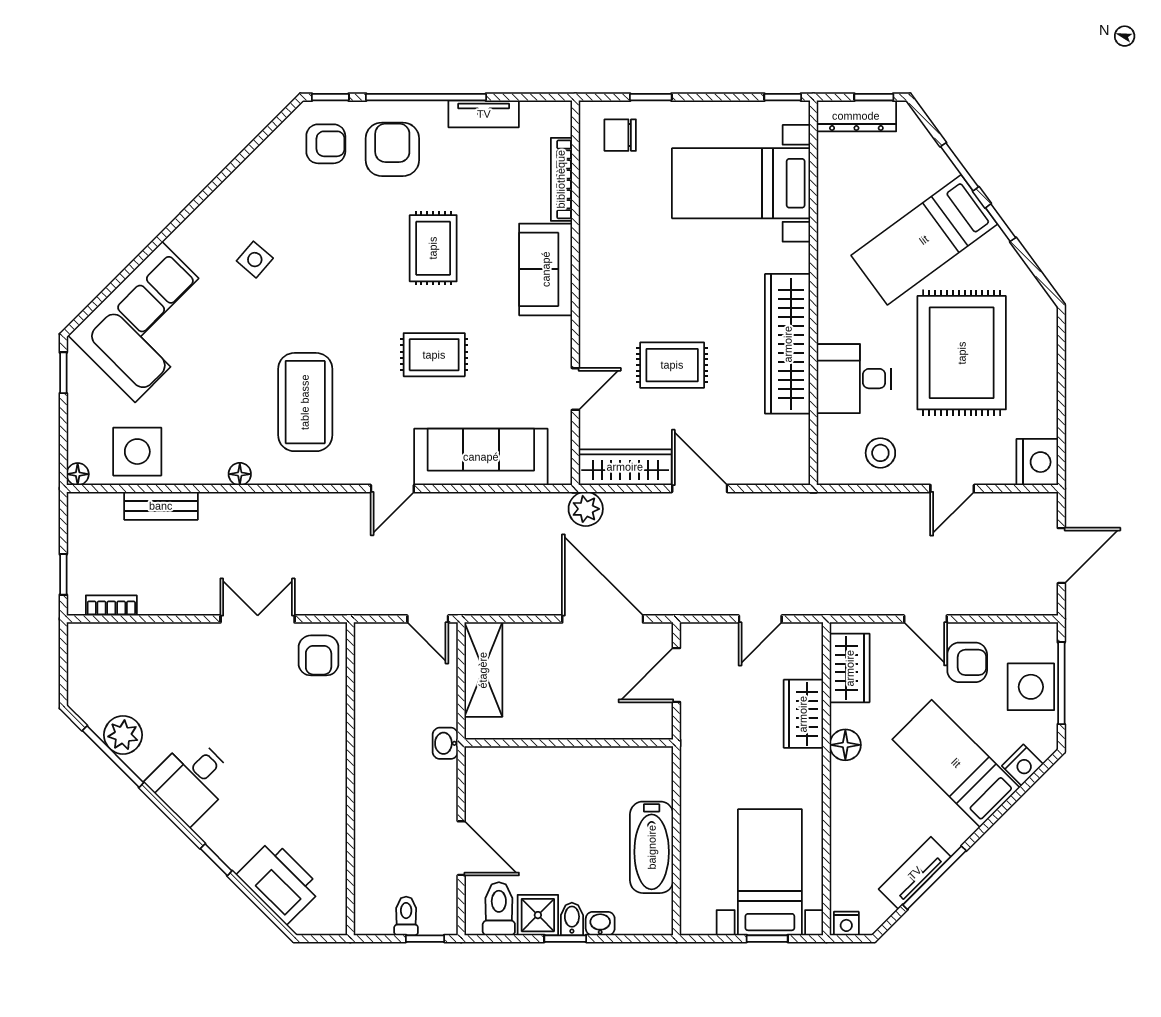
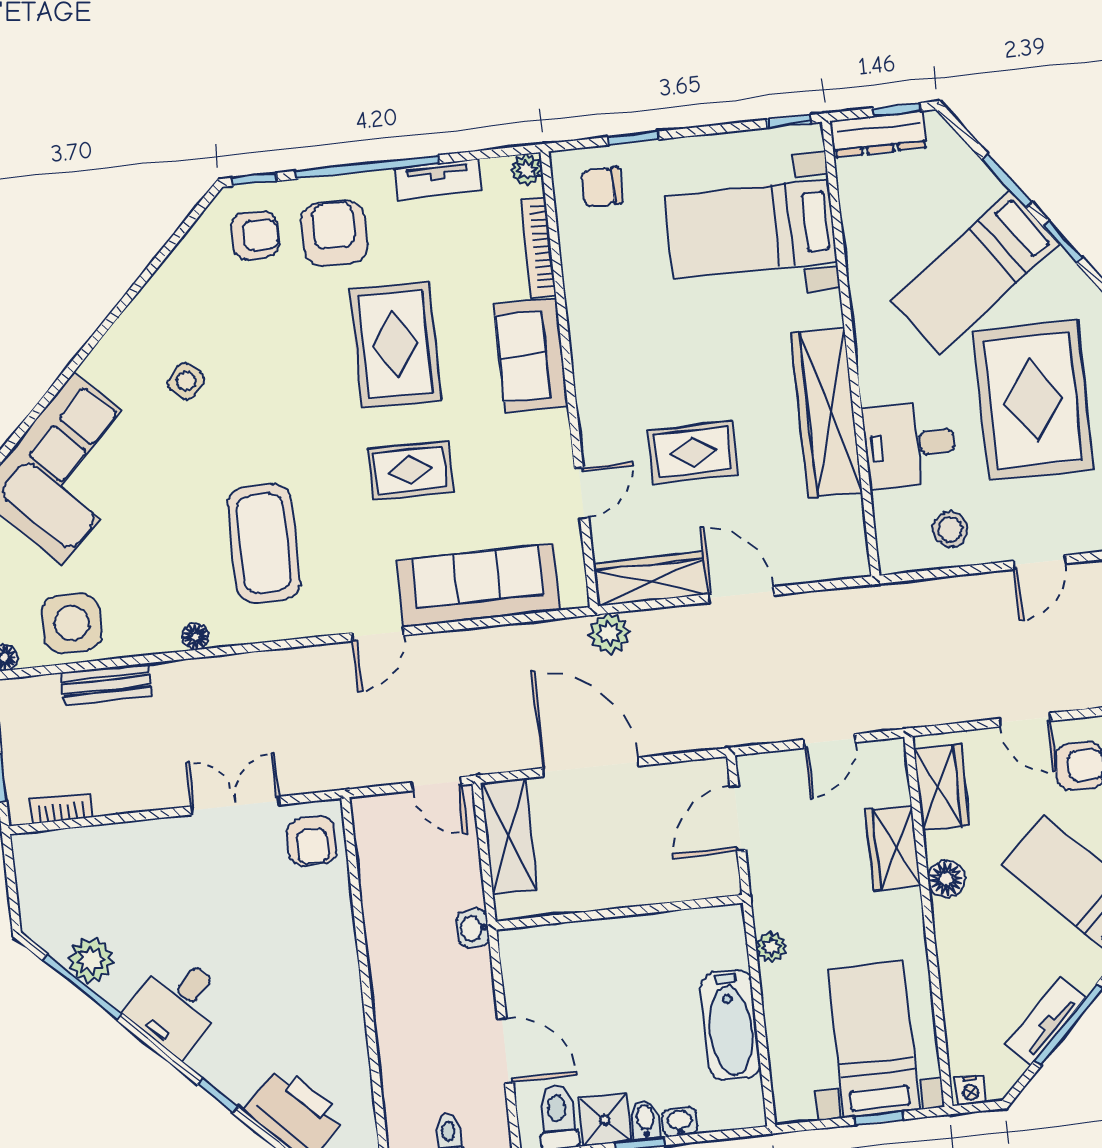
plant: (559, 114) -> (526, 170), added
rug: (433, 248) -> (395, 345), width x1.36, depth x1.43
door: (603, 619) -> (591, 767), moved
plant: (693, 786) -> (771, 947), added

